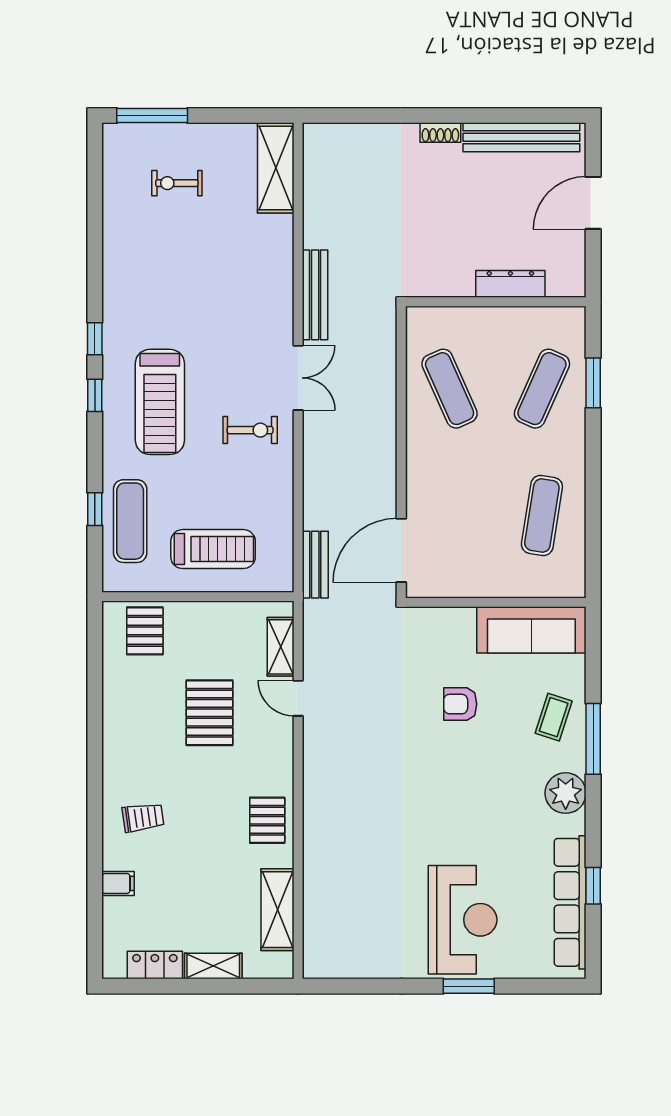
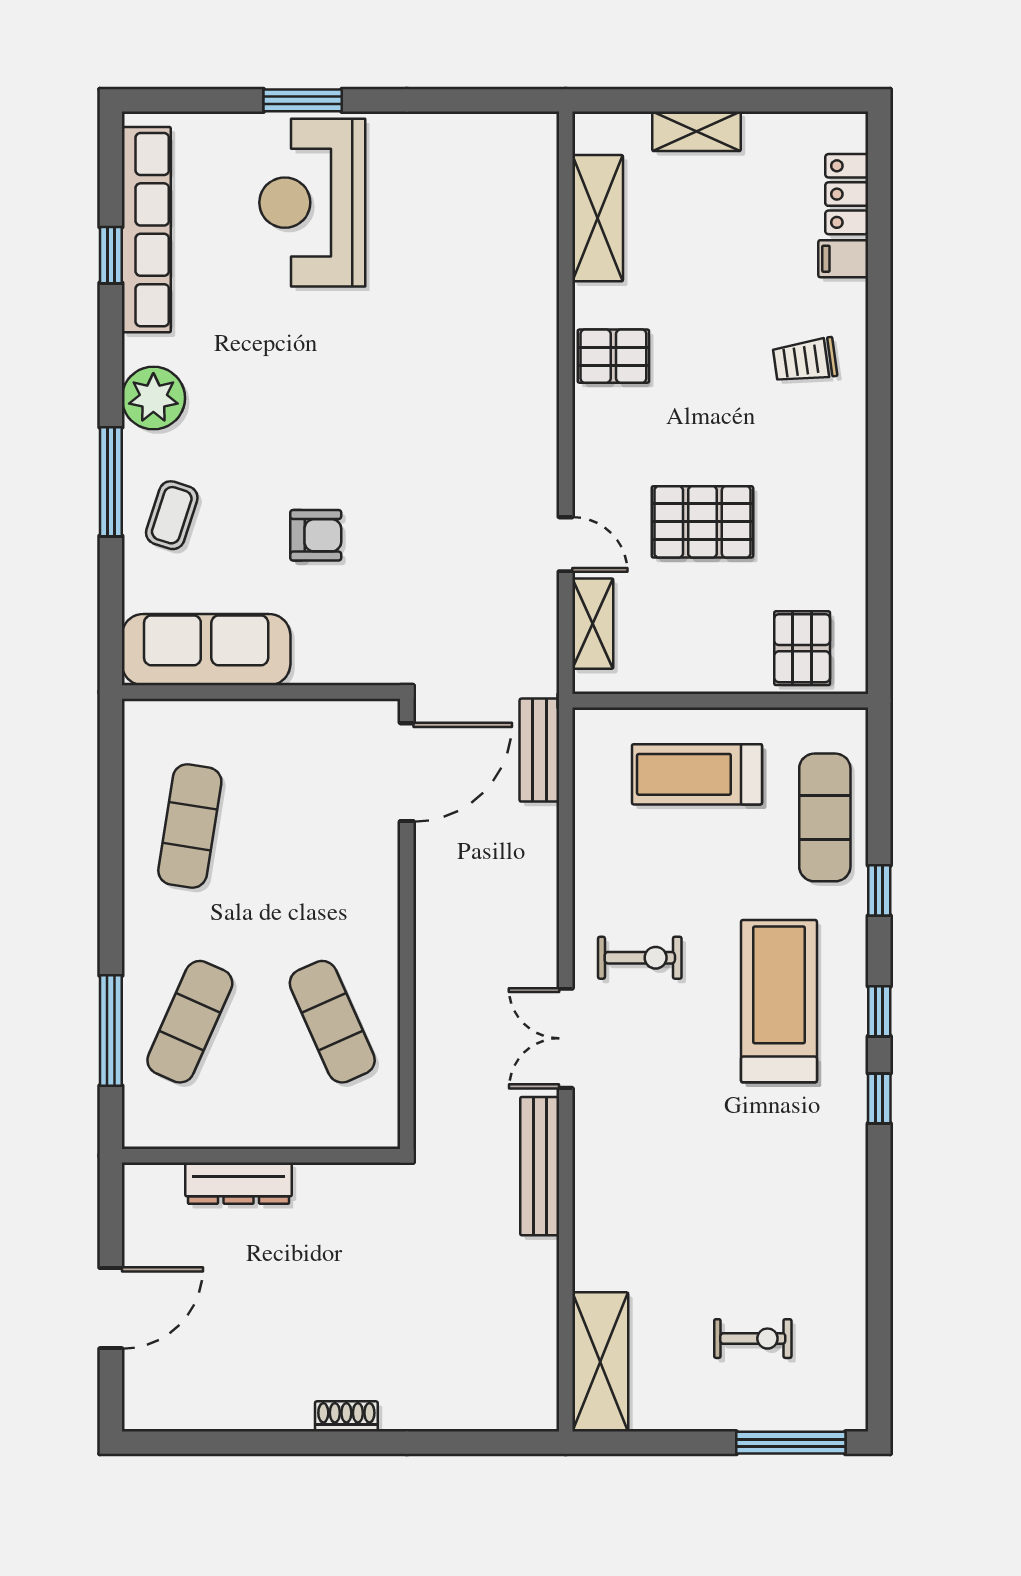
bench: (521, 137) -> (222, 1409), removed
window: (593, 383) -> (111, 1031), width x1.44
exercise bike: (250, 430) -> (640, 958), turned 180
window: (95, 509) -> (879, 890), moved
pallet: (209, 713) -> (702, 522), turned 90
pallet: (267, 820) -> (613, 356), turned 90
locker: (155, 965) -> (847, 194), moved, turned 90

